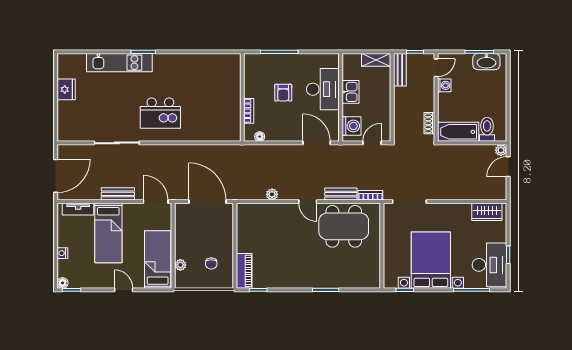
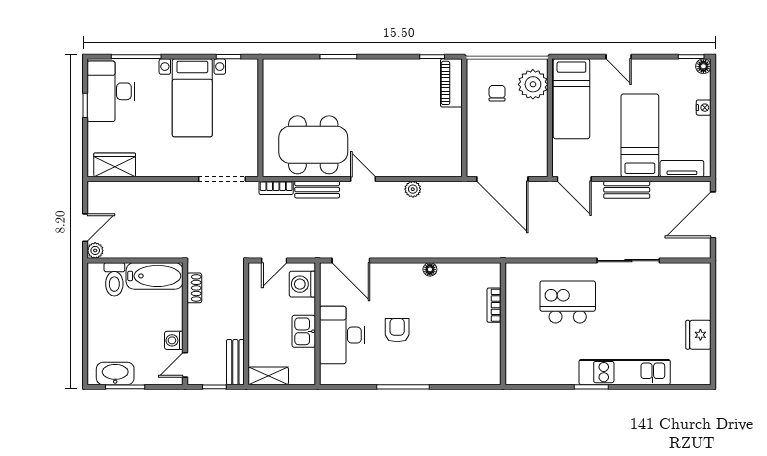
wall: (242, 97) -> (503, 324), moved
bookcase: (249, 111) -> (494, 305), moved
bed with nightstands: (431, 260) -> (192, 98), width x0.73
plant: (180, 265) -> (533, 84), width x1.87, depth x1.87

